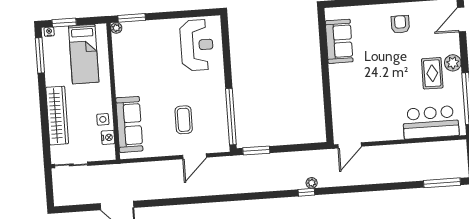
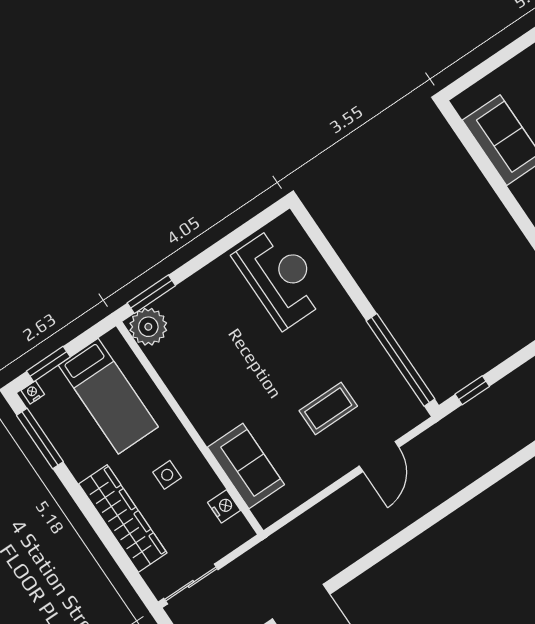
plant: (116, 28) -> (148, 327), width x1.88, depth x1.88
side table: (103, 119) -> (167, 475), moved
coffee table: (184, 120) -> (328, 408), turned 90
sofa: (129, 124) -> (246, 466), width x0.73
window: (256, 151) -> (472, 390), width x0.67

